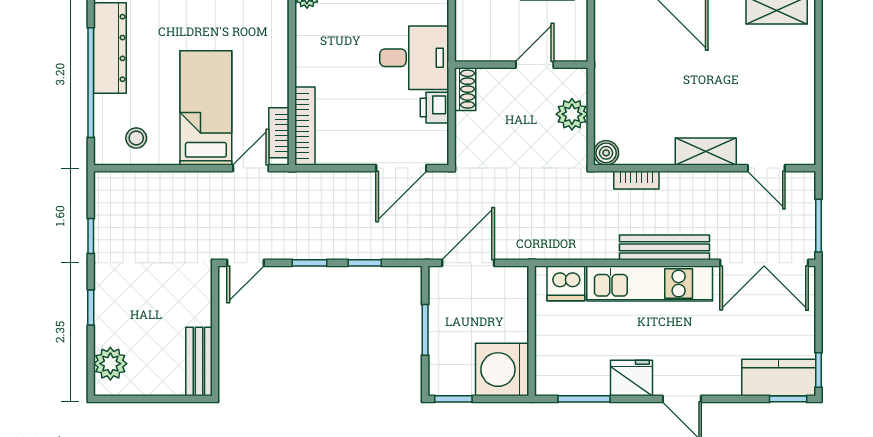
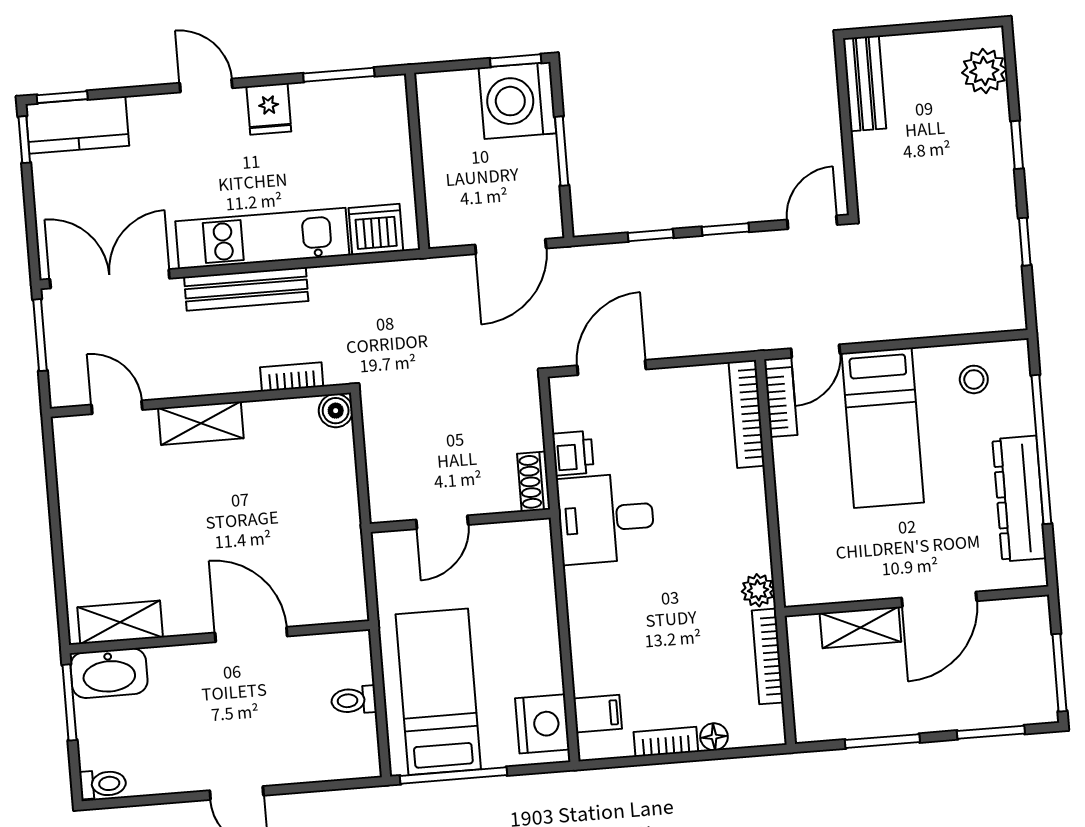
plant: (572, 114) -> (386, 459), removed
washing machine: (502, 370) -> (517, 100), moved, turned 180
fridge: (631, 378) -> (269, 109), width x0.72

